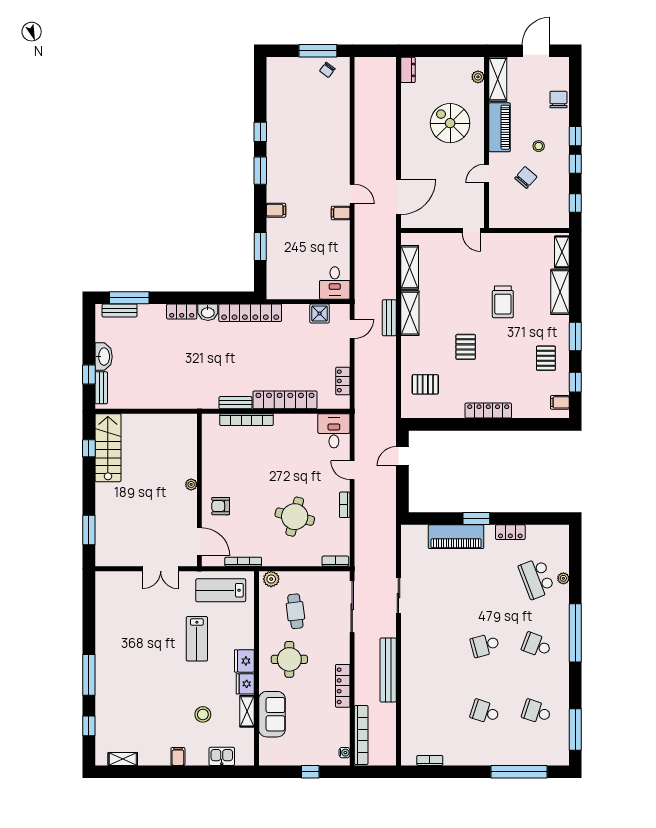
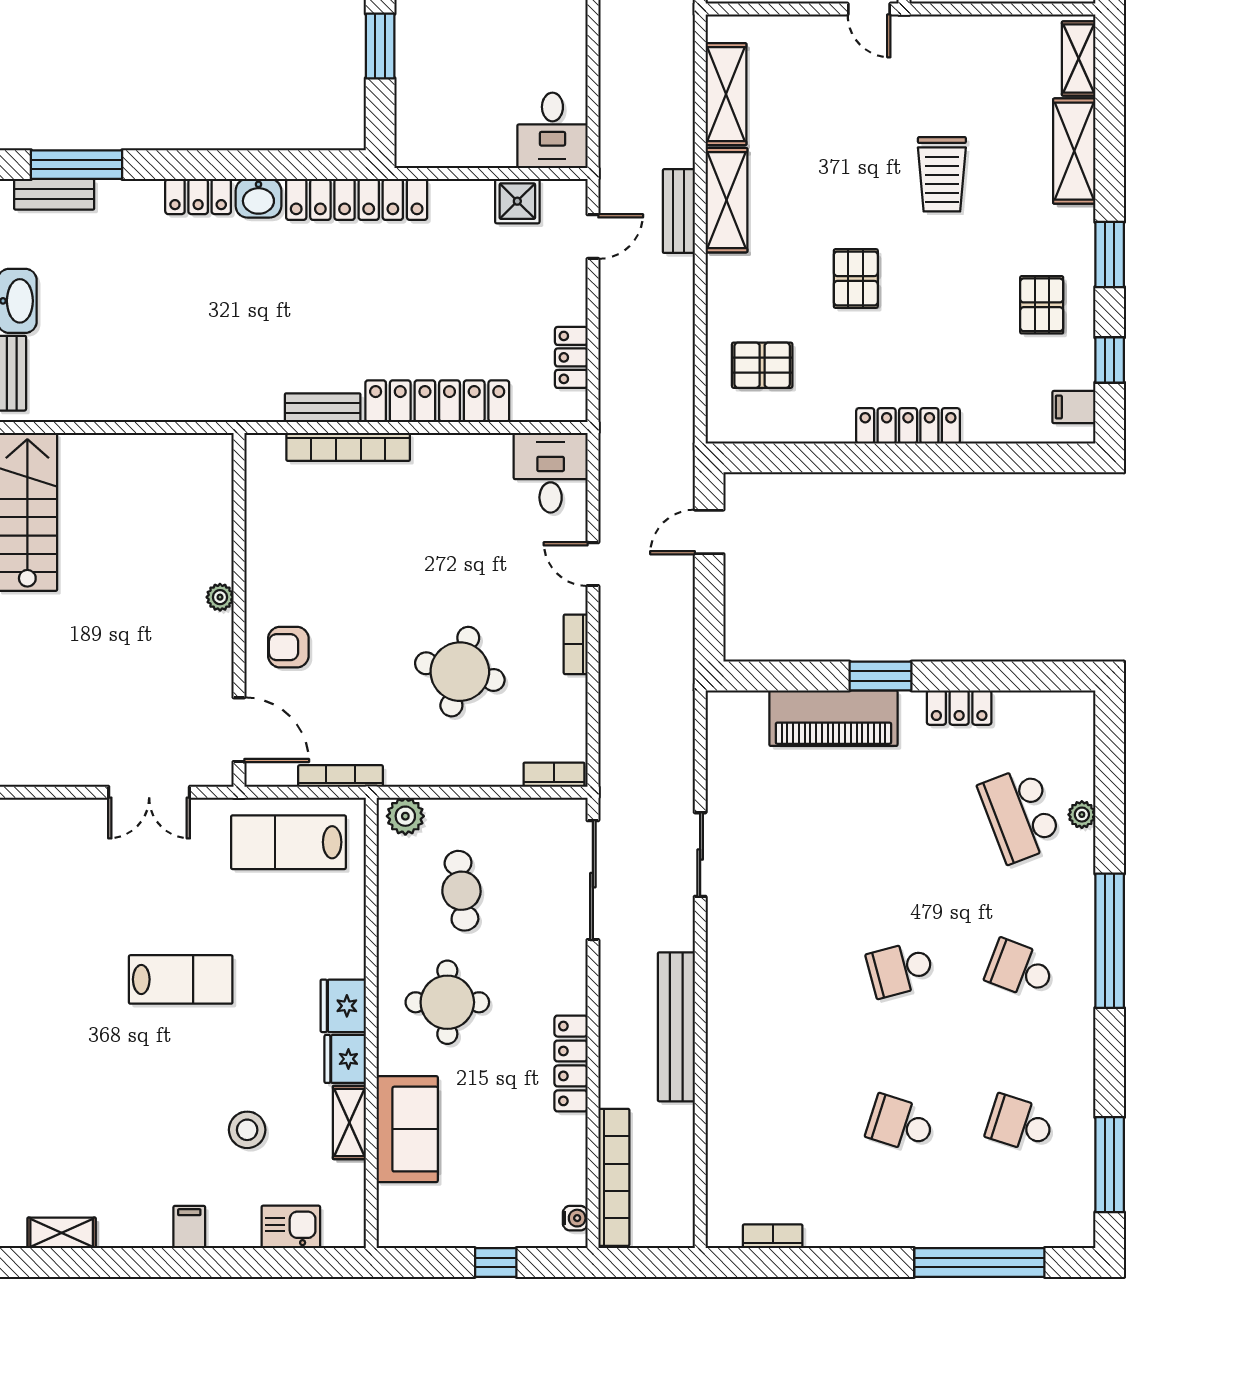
lab bench: (197, 639) -> (181, 979), moved, turned -90

